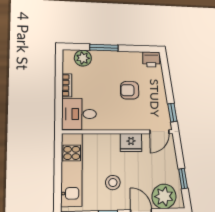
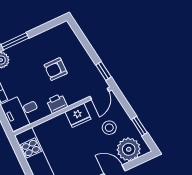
printer: (151, 59) -> (57, 103), moved, turned 180
stool: (113, 183) -> (109, 128), moved

